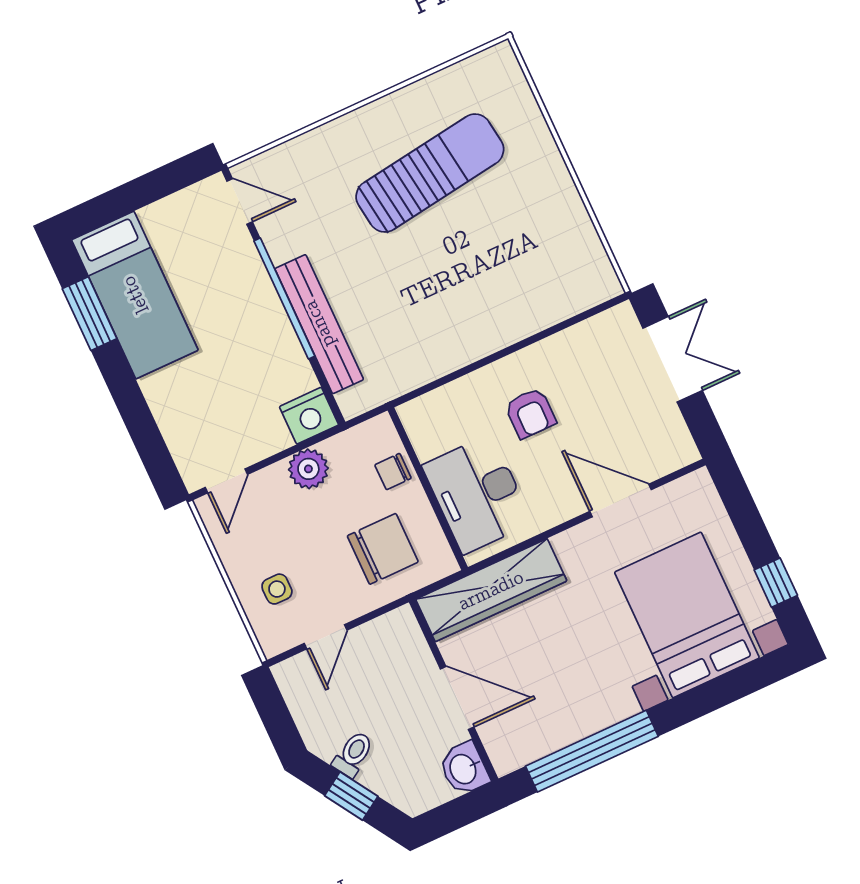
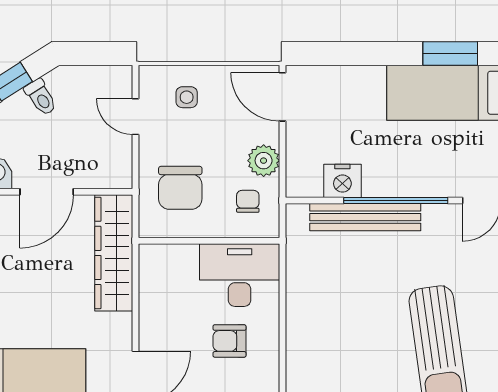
nightstand: (309, 416) -> (342, 181), moved, turned -90
chair: (393, 472) -> (248, 201), moved
door: (226, 481) -> (282, 97), width x1.38
desk: (477, 494) -> (240, 275), moved

